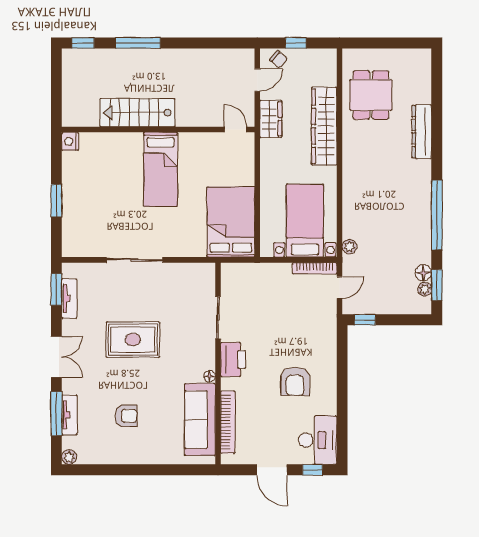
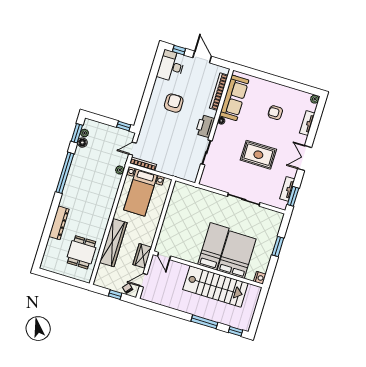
stairs: (138, 113) -> (215, 286), width x1.36, depth x1.51
bed: (231, 222) -> (237, 255), moved, turned 180
window: (56, 414) -> (314, 126), removed

